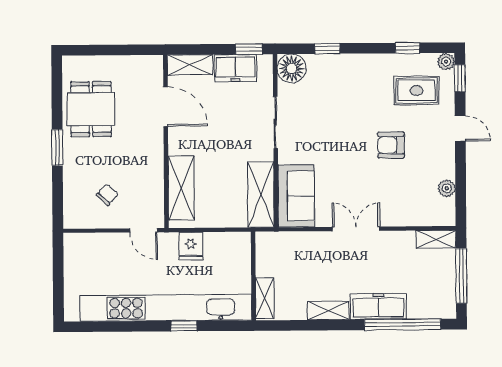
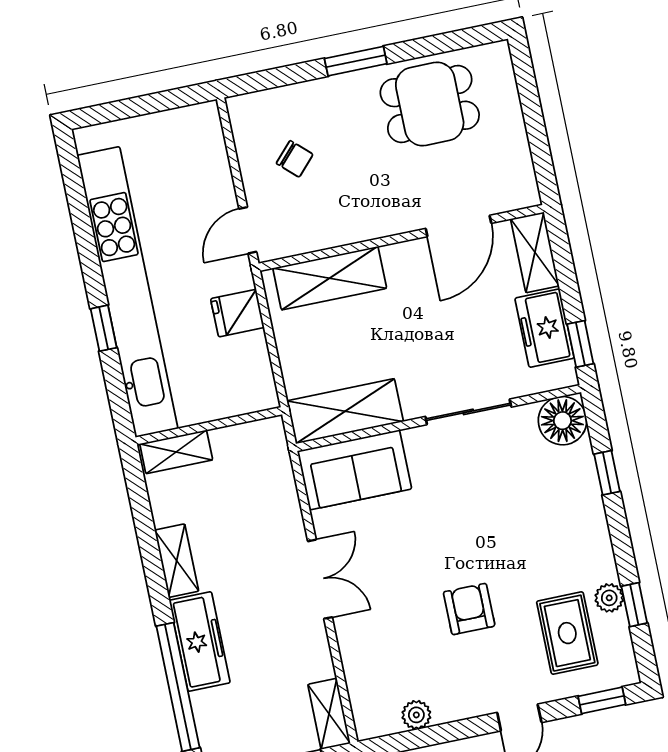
plant: (446, 62) -> (609, 598), moved

